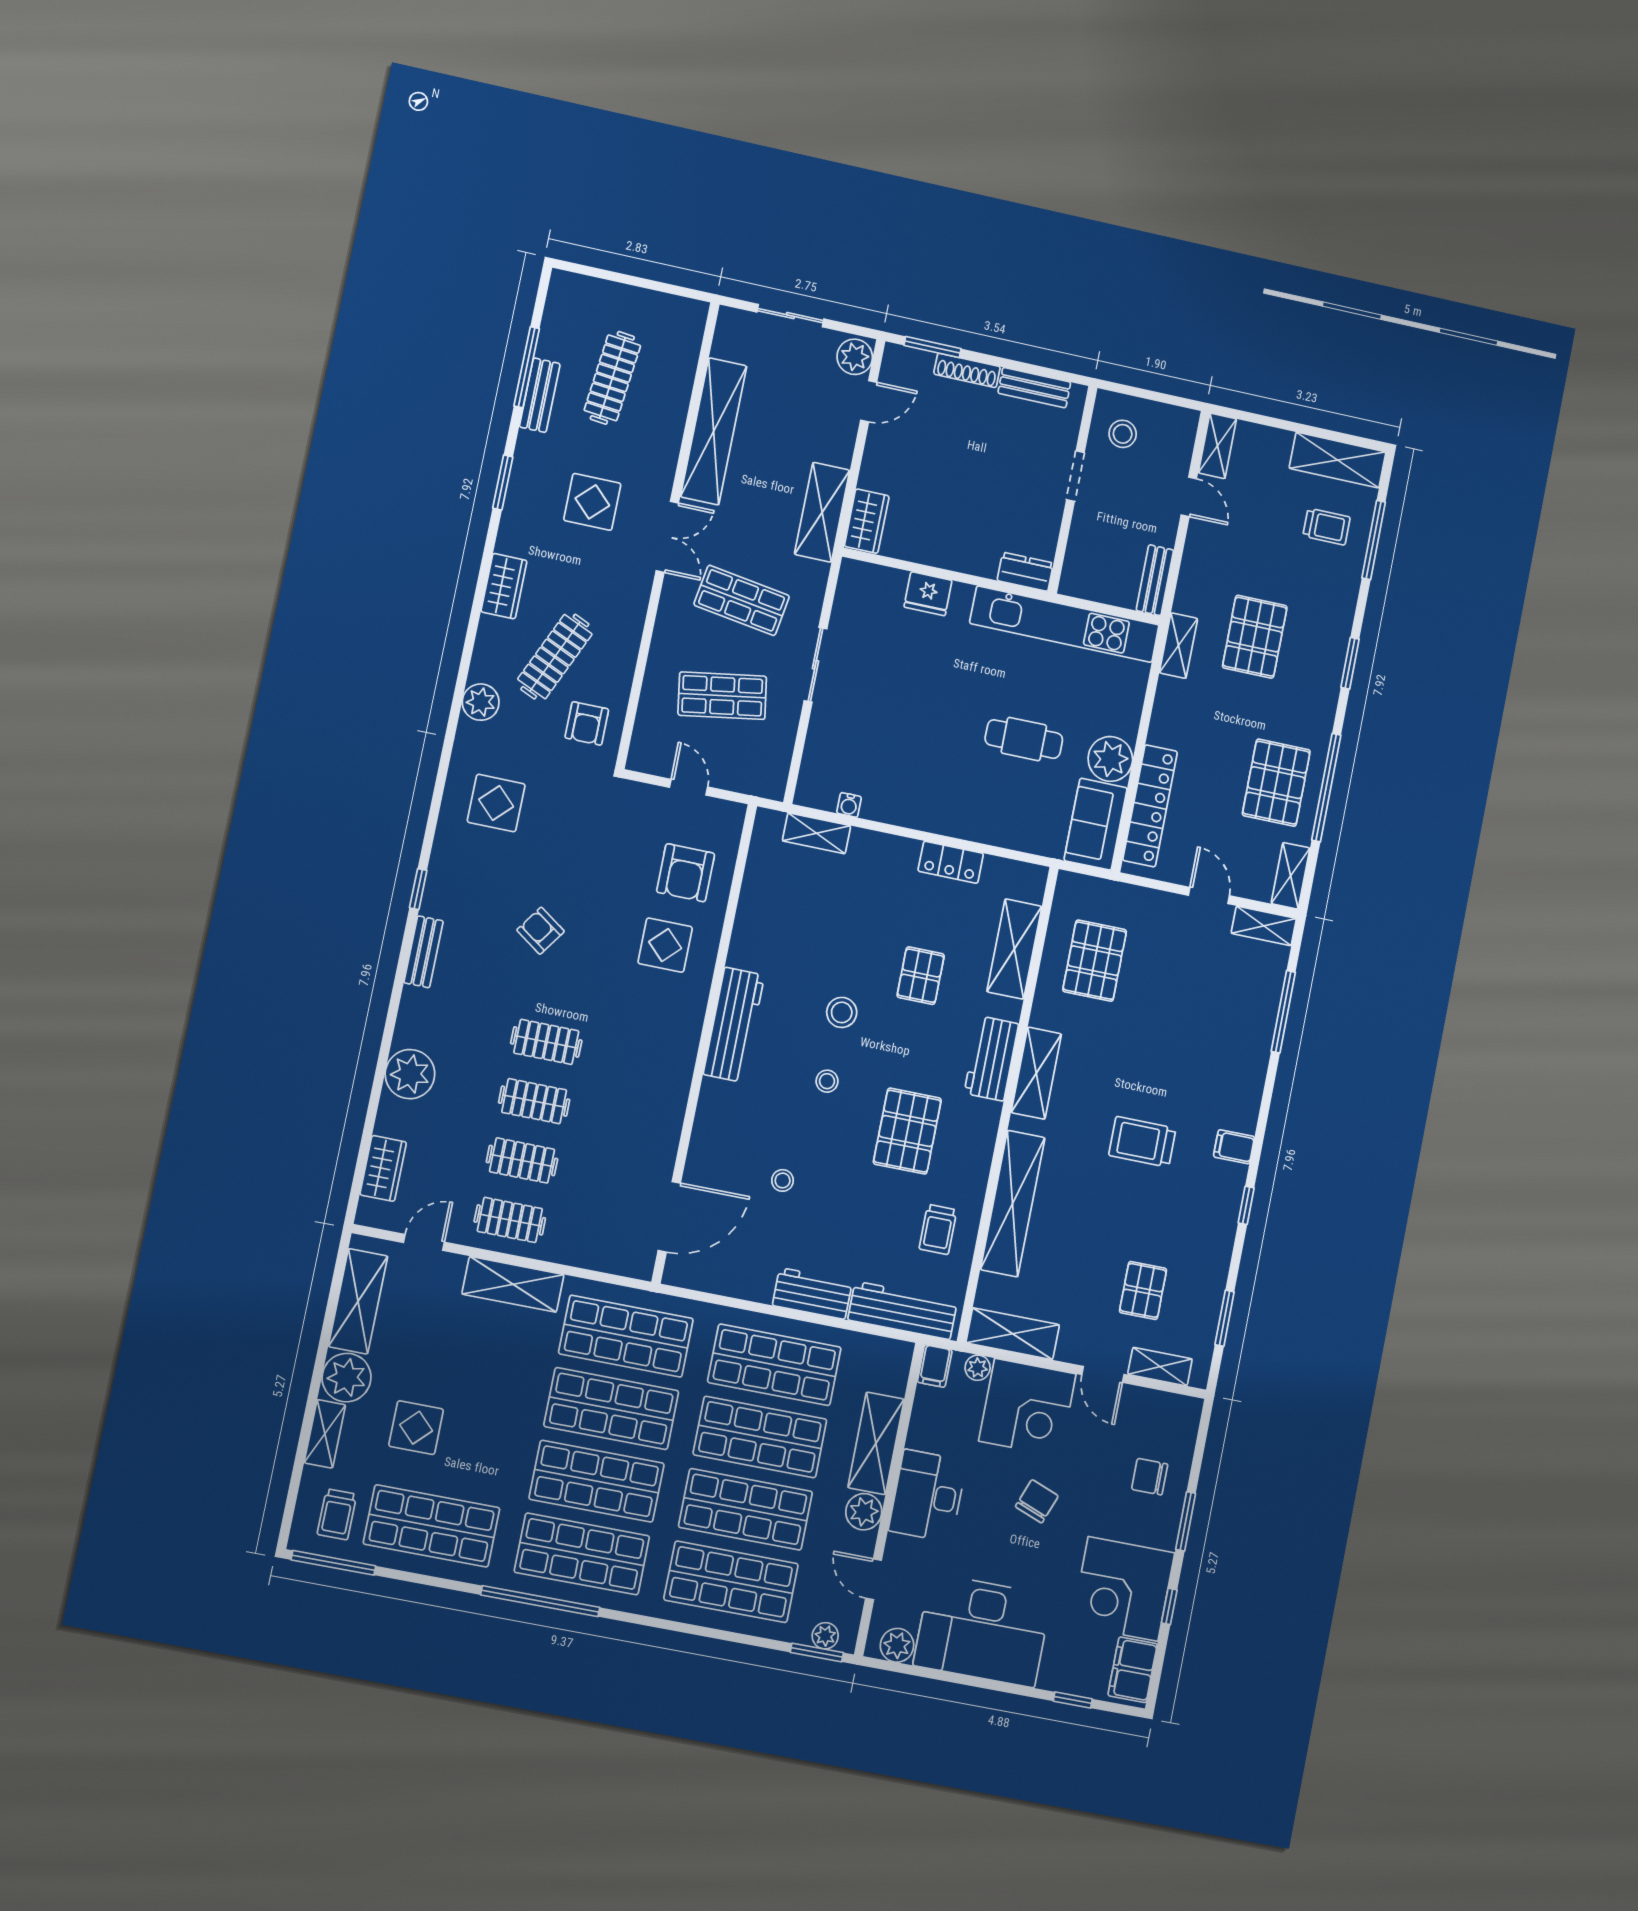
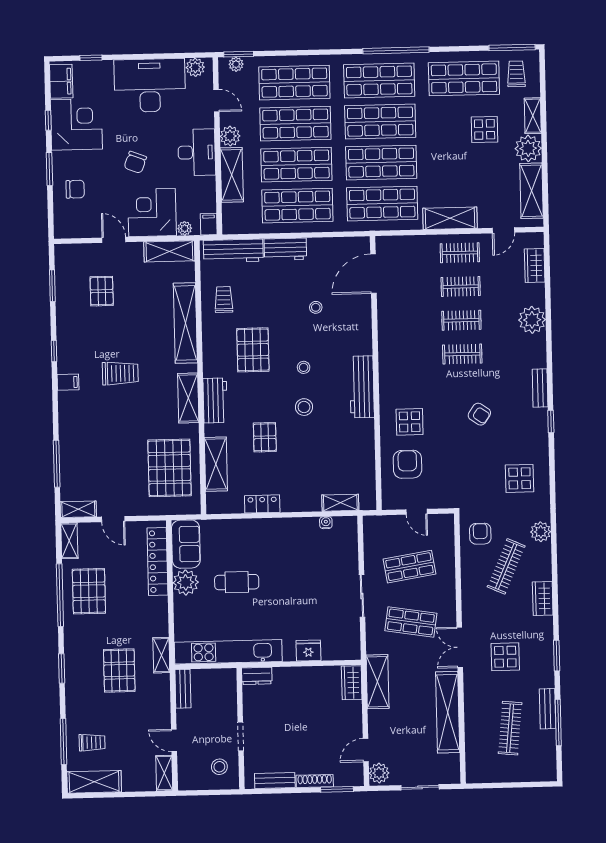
trolley: (1327, 527) -> (92, 743), turned 180
pallet: (1095, 961) -> (170, 468), width x1.37, depth x1.41
shelving: (1160, 1367) -> (83, 251), removed

